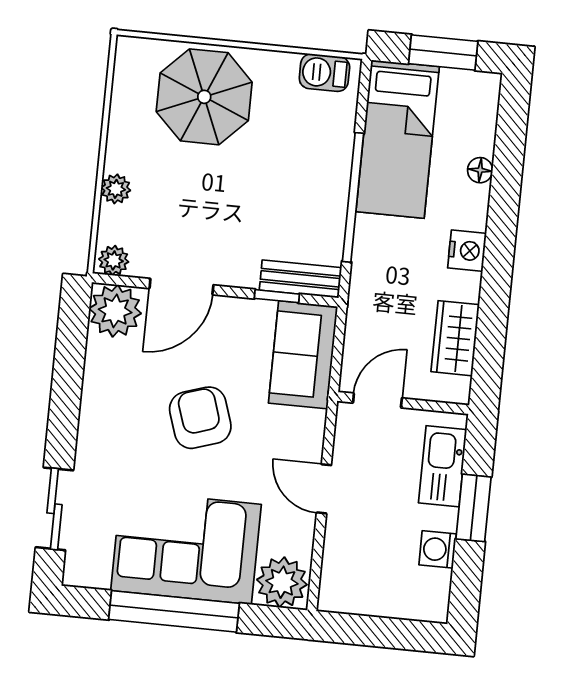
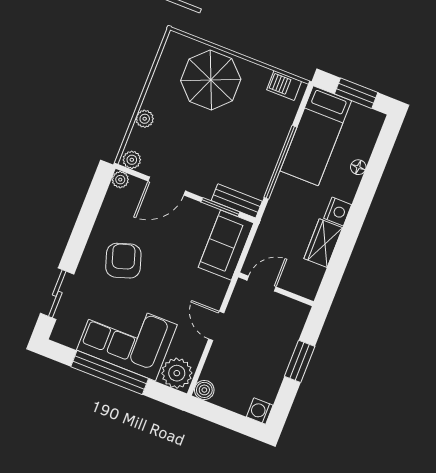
window: (277, 296) -> (220, 207), width x1.50
plant: (115, 311) -> (120, 180), width x0.53, depth x0.53
wardrobe: (455, 338) -> (323, 243), moved
armchair: (200, 418) -> (123, 261), moved
kitchen sink: (443, 466) -> (289, 332), removed
washing machine: (438, 549) -> (260, 411), moved
boiler: (334, 597) -> (204, 390), added

